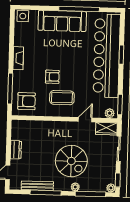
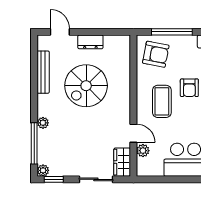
armchair: (27, 101) -> (156, 54), turned -79
window: (120, 104) -> (155, 179), removed
plant: (110, 113) -> (143, 151), moved
spiral stairs: (71, 161) -> (86, 86), moved
window: (46, 193) -> (34, 83), removed

